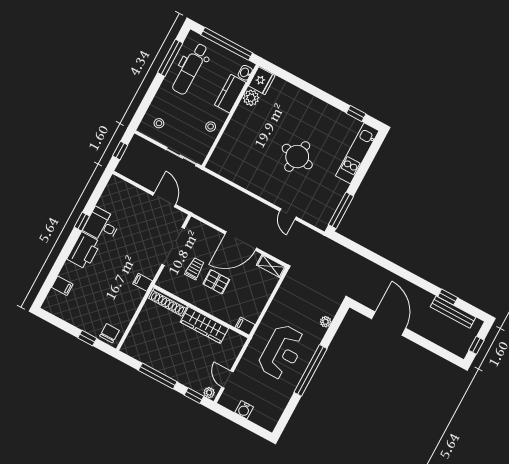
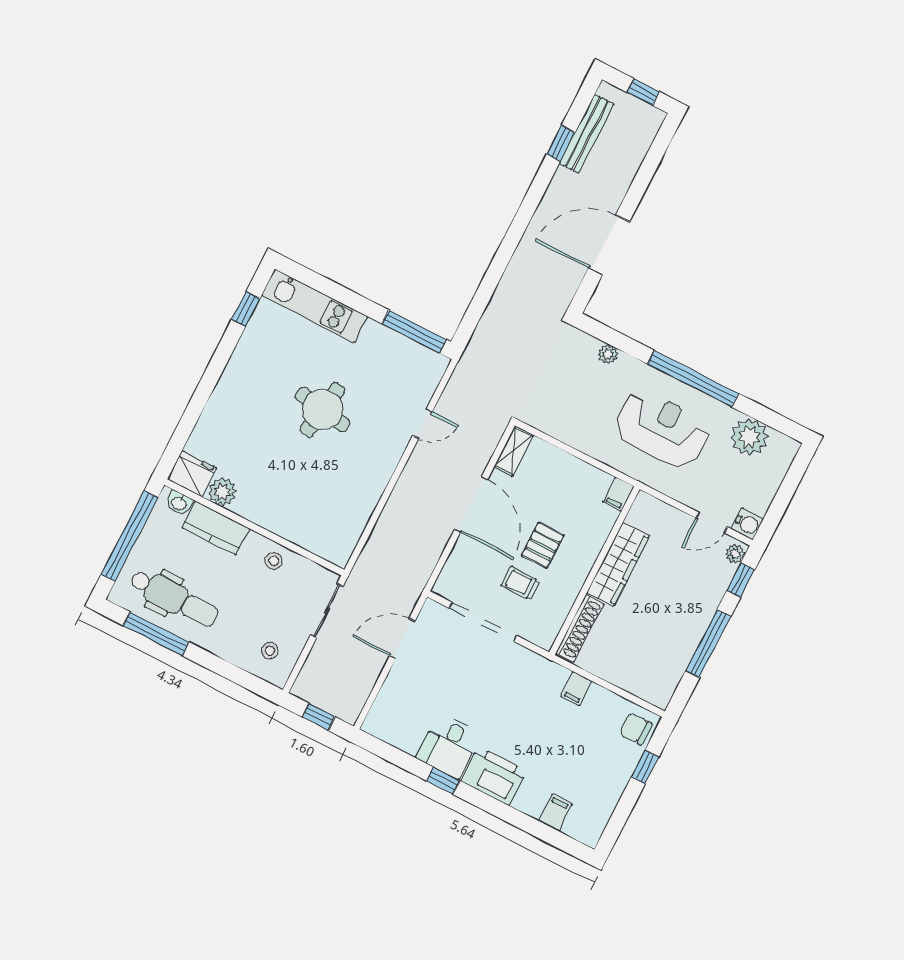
filing cabinet: (143, 282) -> (576, 689), moved
plant: (276, 402) -> (749, 437), added
water cooler: (244, 410) -> (748, 524), moved

